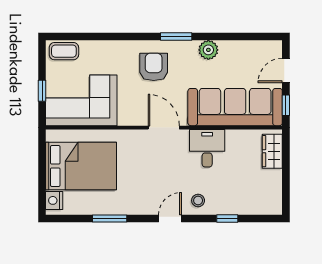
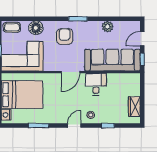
plant: (208, 50) -> (108, 27), moved
floor lamp: (105, 52) -> (36, 28), added
door: (164, 128) -> (71, 72), swing flipped
wardrobe: (272, 151) -> (134, 107), moved

